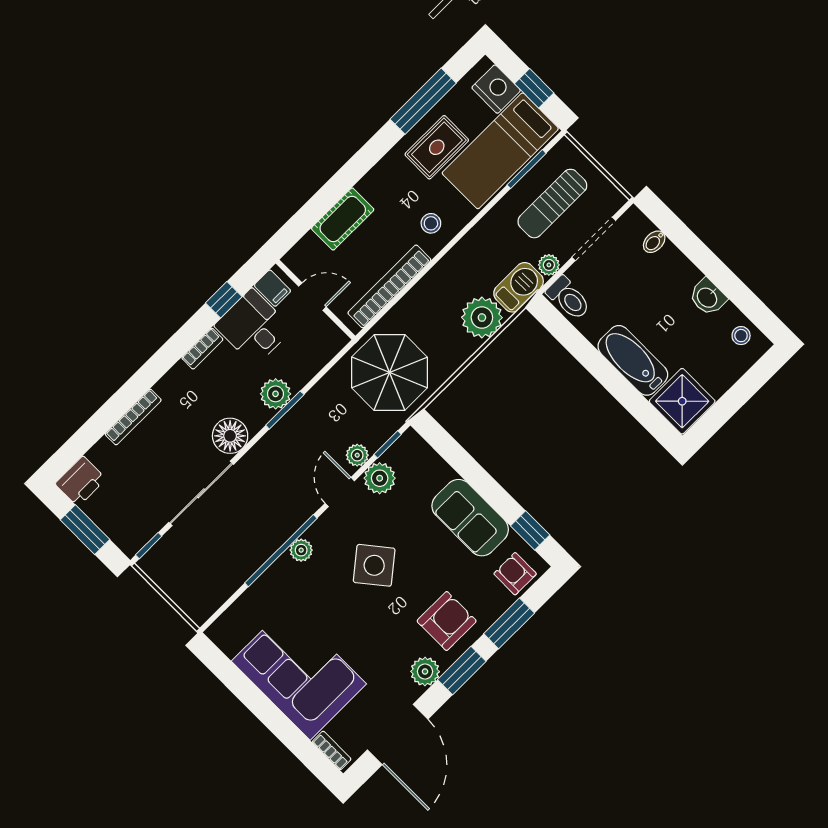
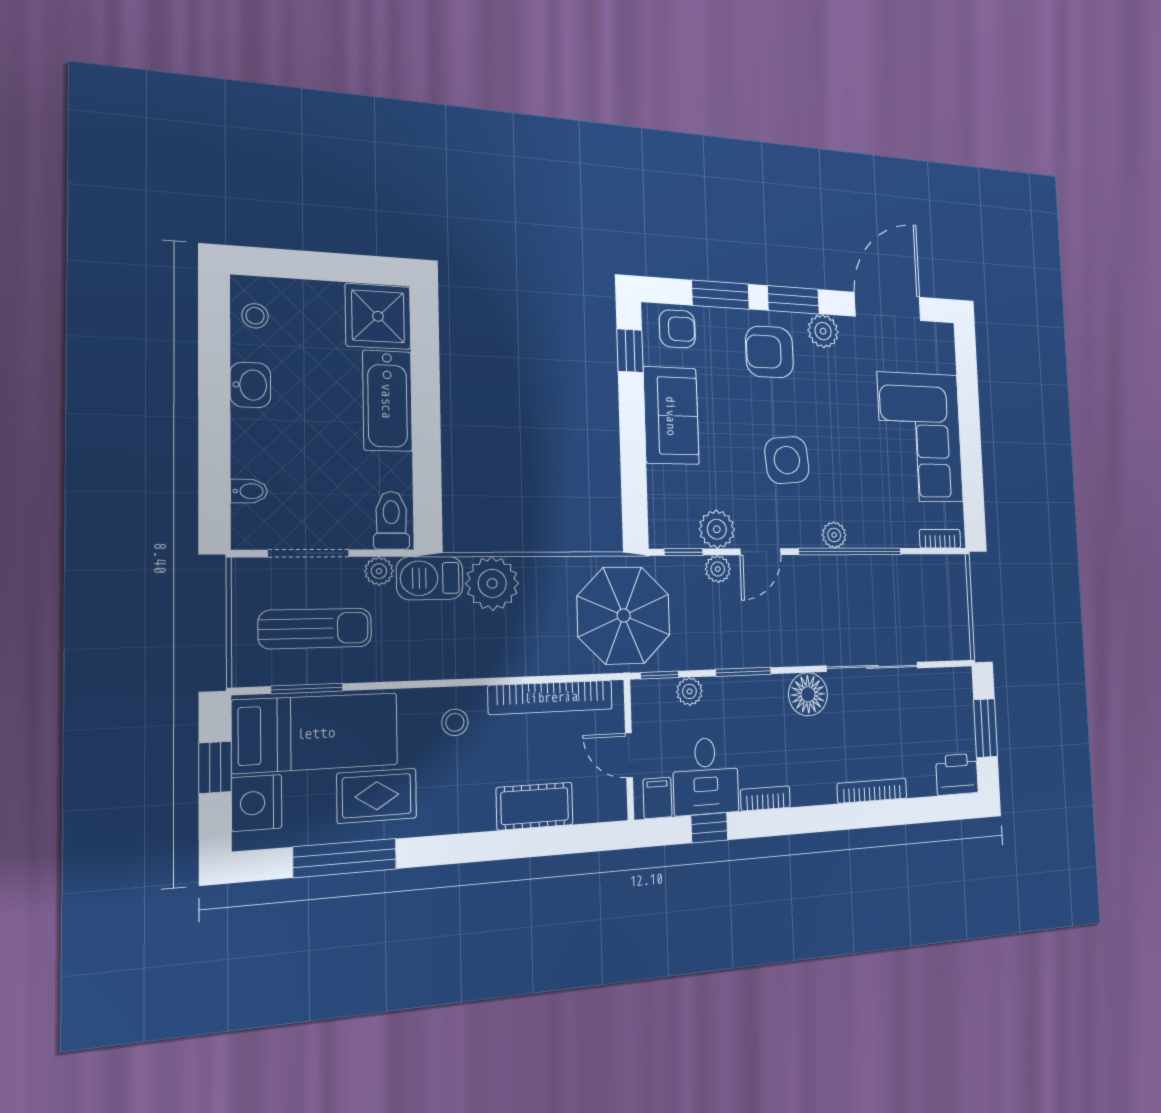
plant: (276, 394) -> (689, 691), moved, width x0.73, depth x0.73
window: (149, 546) -> (660, 675), moved
side table: (374, 565) -> (787, 460), turned 34
armchair: (515, 574) -> (677, 329), turned -90
bookcase: (332, 750) -> (940, 539), moved, turned 90

